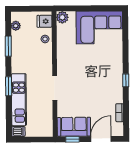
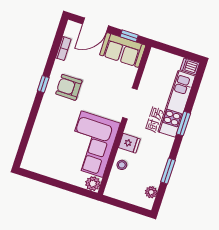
fridge: (45, 21) -> (129, 143), moved
corner sofa: (99, 27) -> (92, 144), moved, turned -90
armchair: (105, 85) -> (69, 87), added

